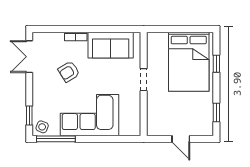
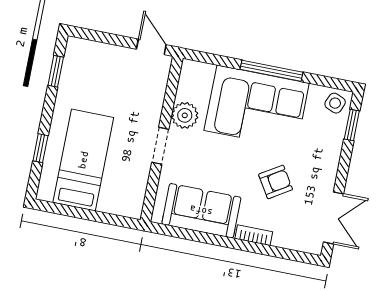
bed: (189, 62) -> (83, 160), width x0.67
plant: (132, 101) -> (185, 115), added
window: (56, 139) -> (272, 71), moved
door: (181, 139) -> (151, 47), moved

